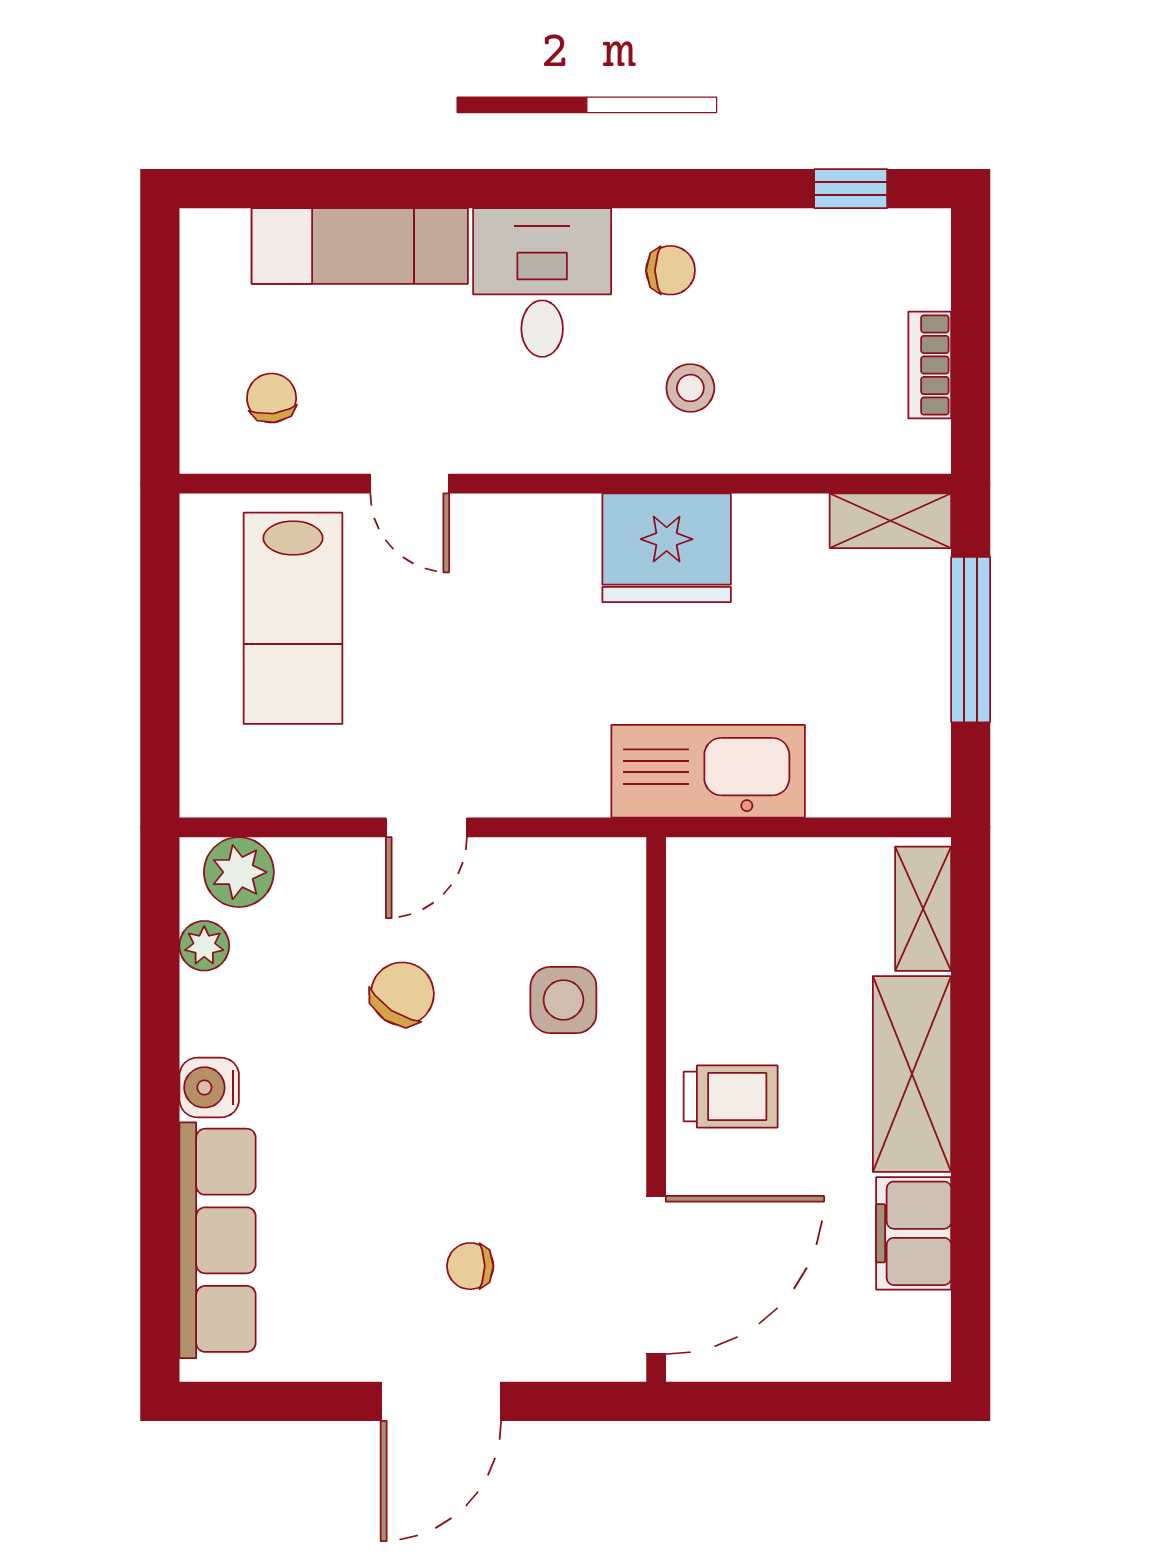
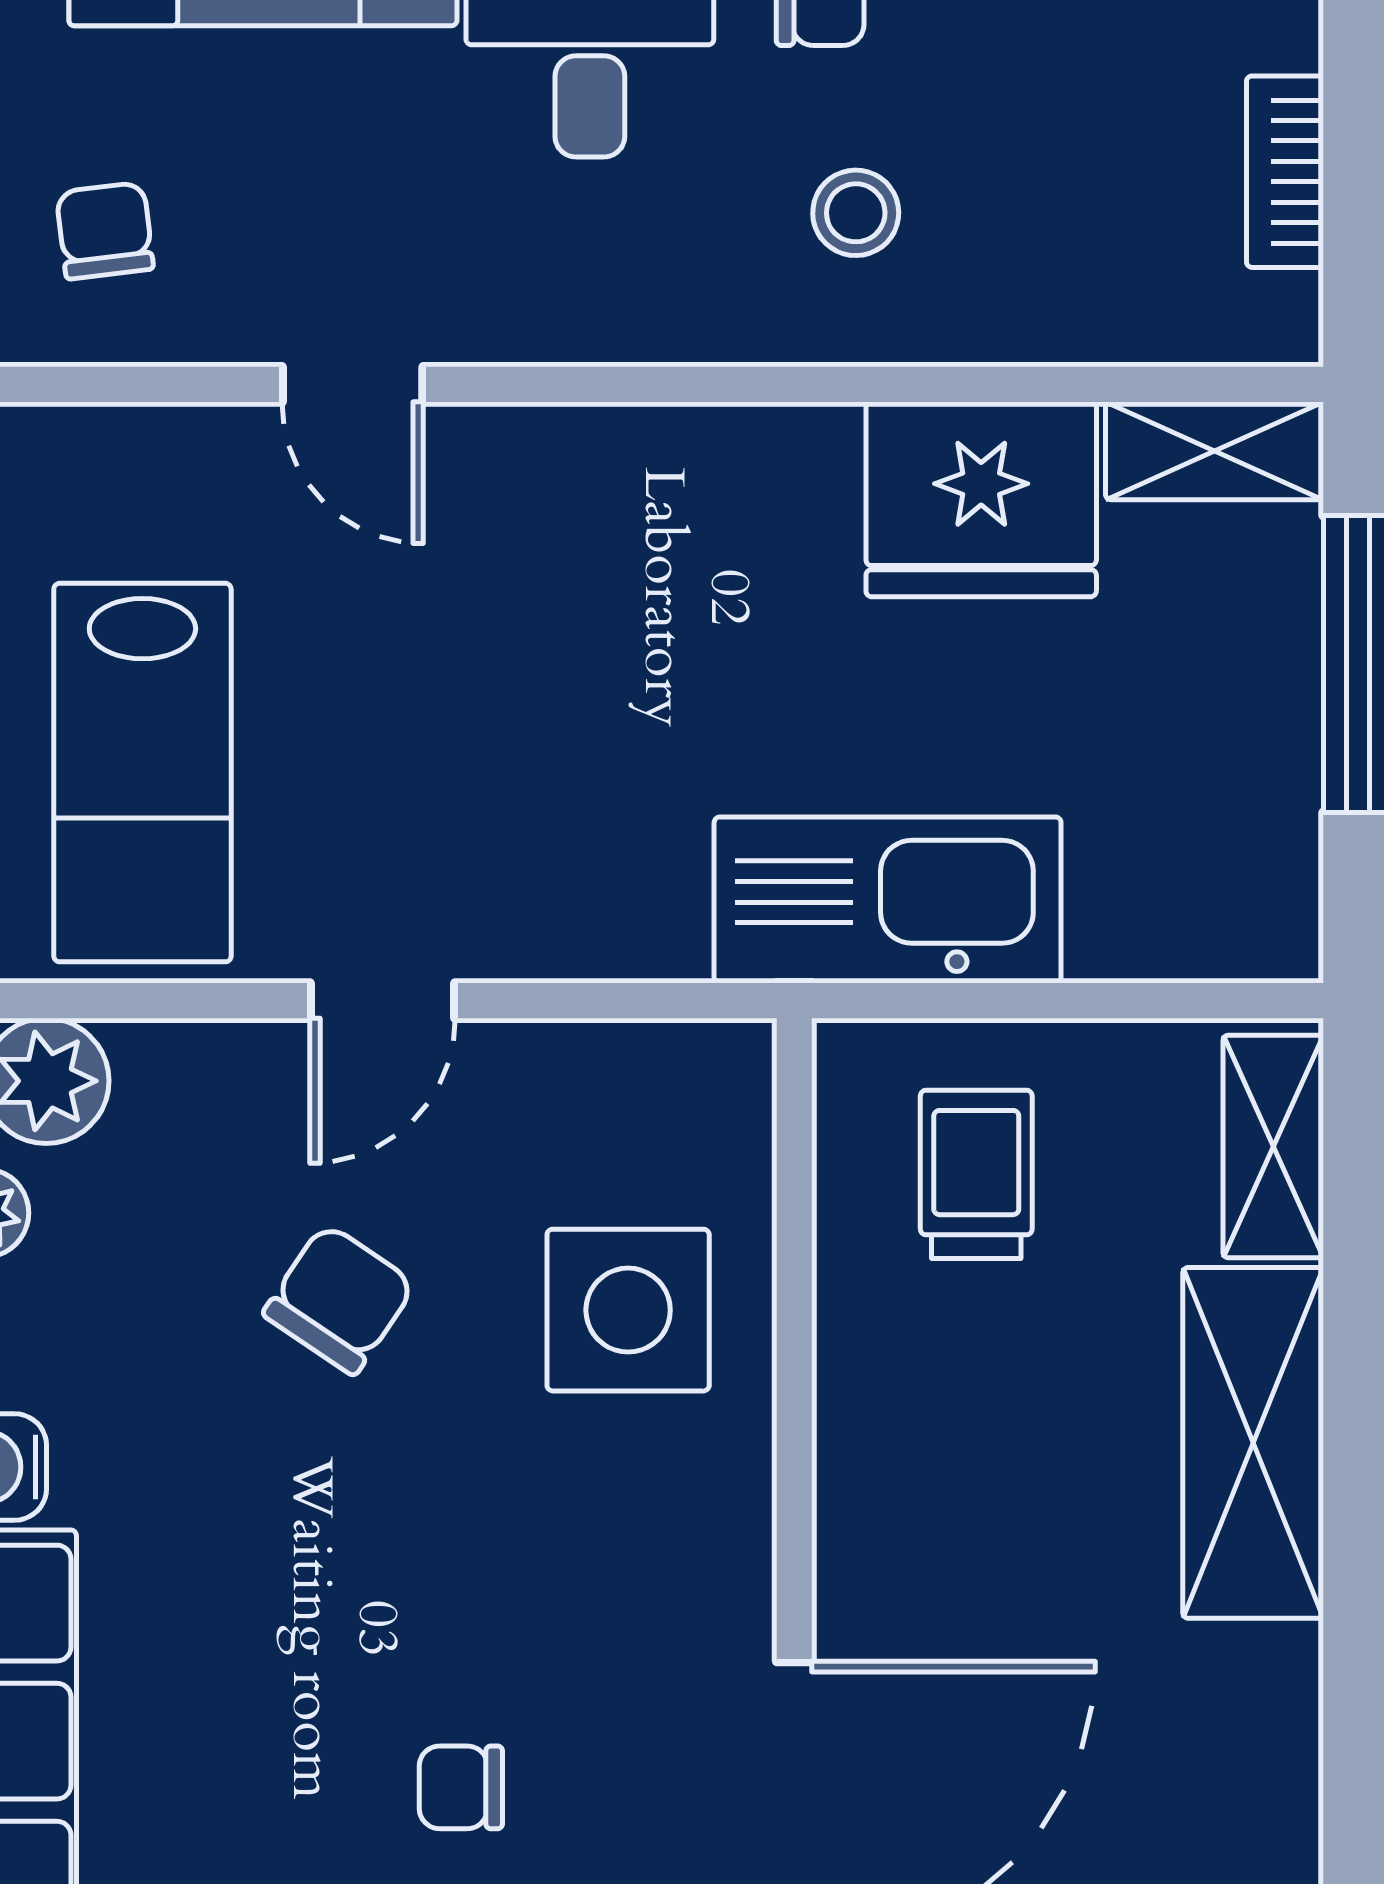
fridge: (667, 548) -> (981, 499), moved
lab bench: (293, 618) -> (142, 773), moved
side table: (563, 1000) -> (628, 1310), width x1.37, depth x1.37
trolley: (731, 1097) -> (976, 1174), moved, turned -90
filing cabinet: (914, 1233) -> (1256, 1729), removed

